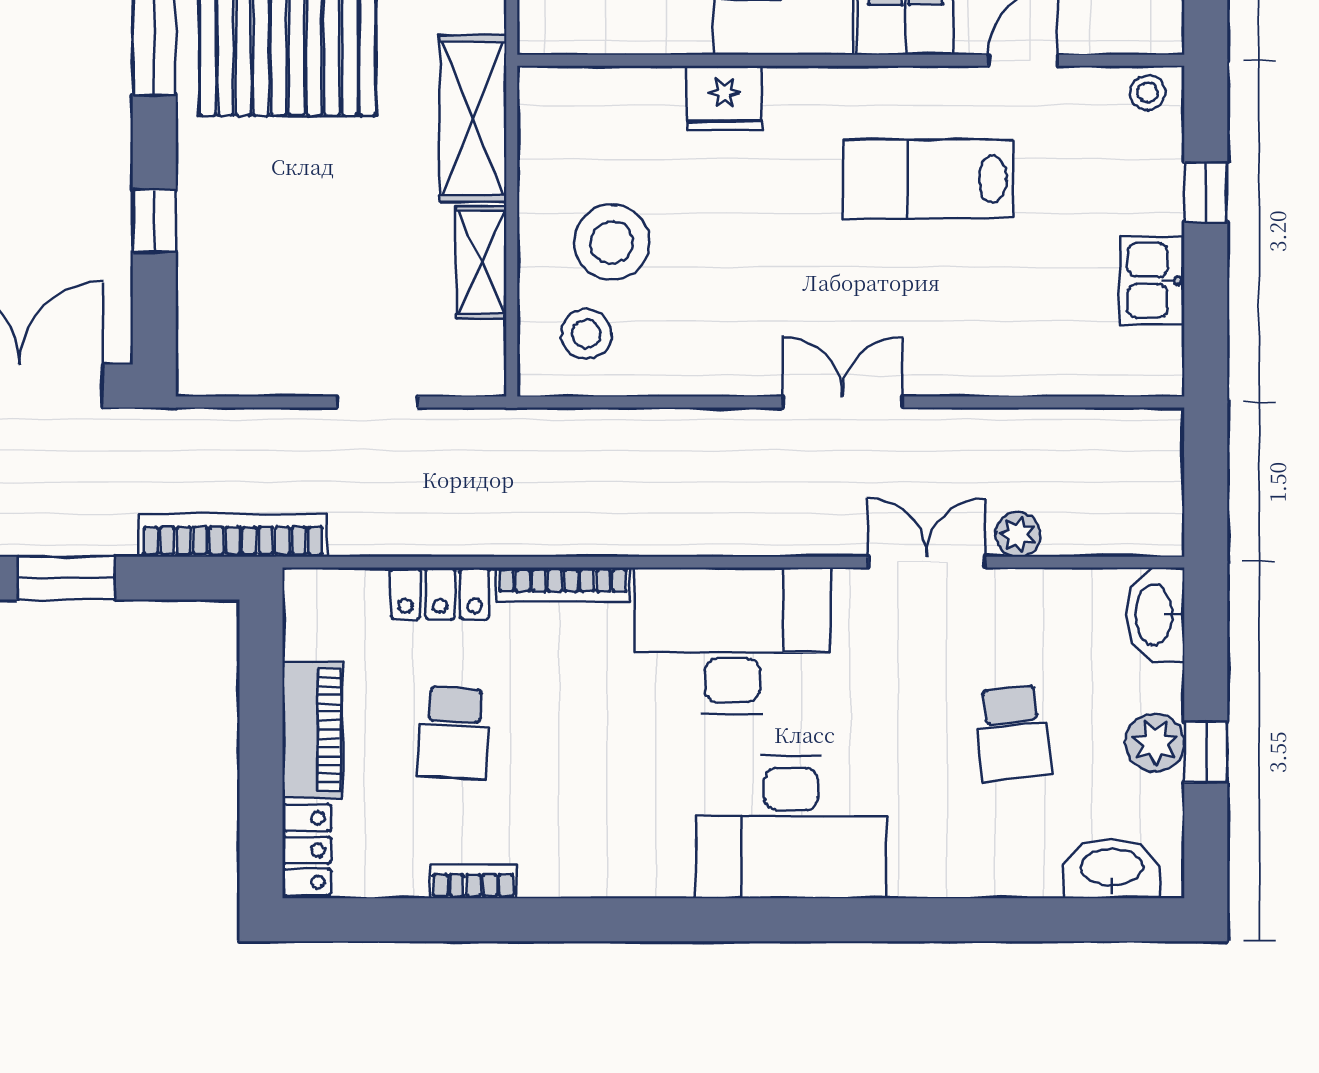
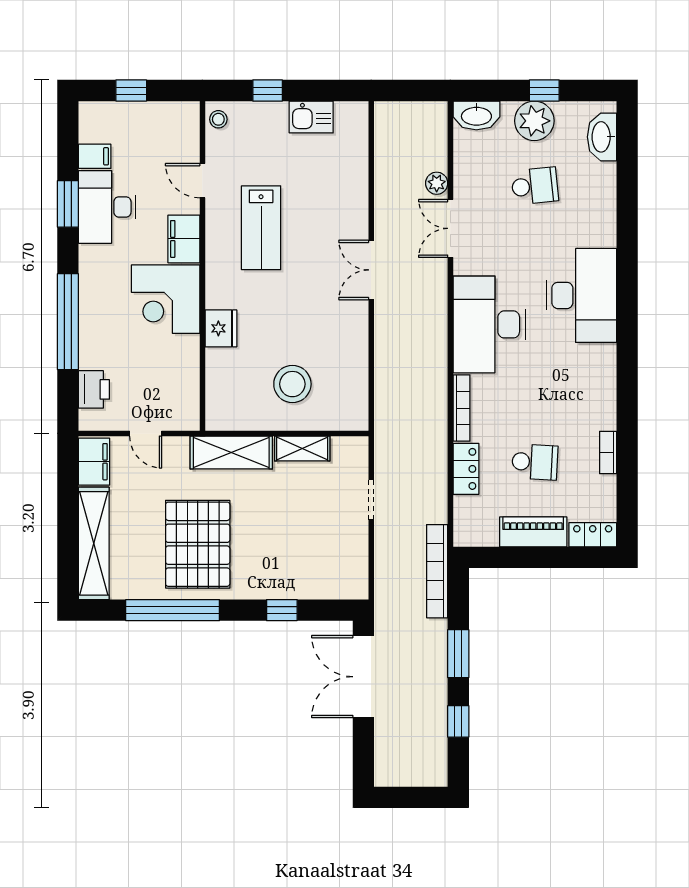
stool: (586, 334) -> (338, 397), removed
plant: (1155, 743) -> (534, 121), width x1.36, depth x1.36

